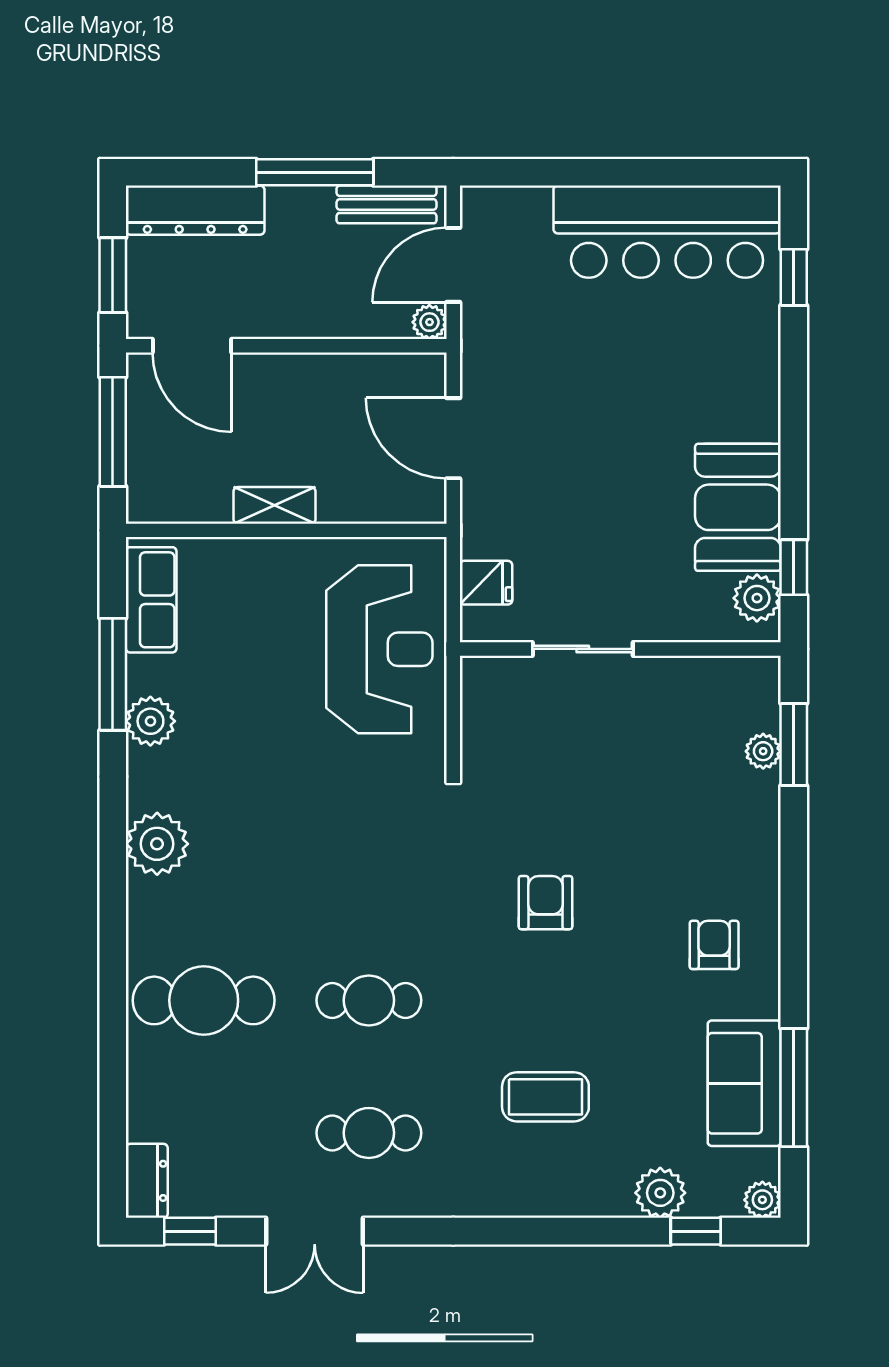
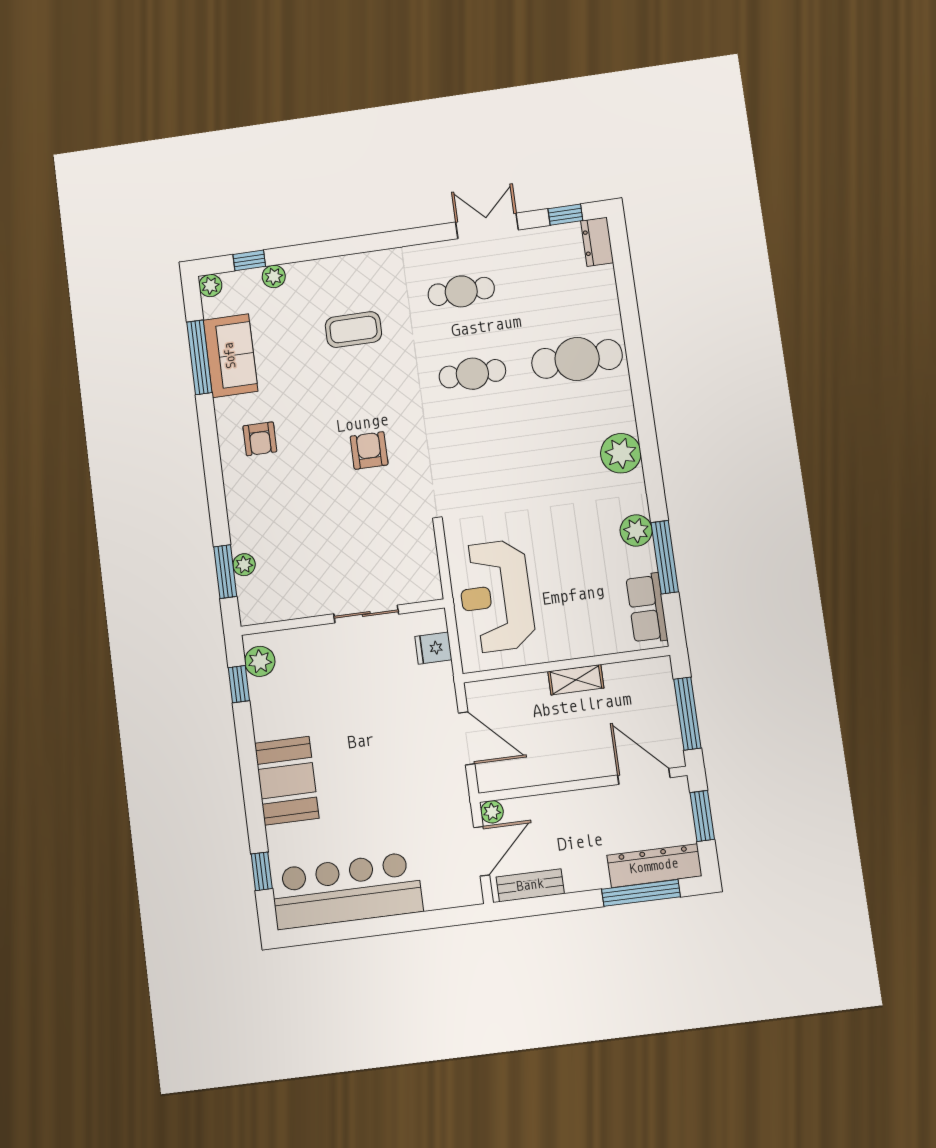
window: (315, 172) -> (641, 893), moved
booth: (738, 507) -> (287, 781), moved
armchair: (545, 903) -> (369, 450), turned 180
plant: (660, 1193) -> (274, 276), width x0.73, depth x0.73

